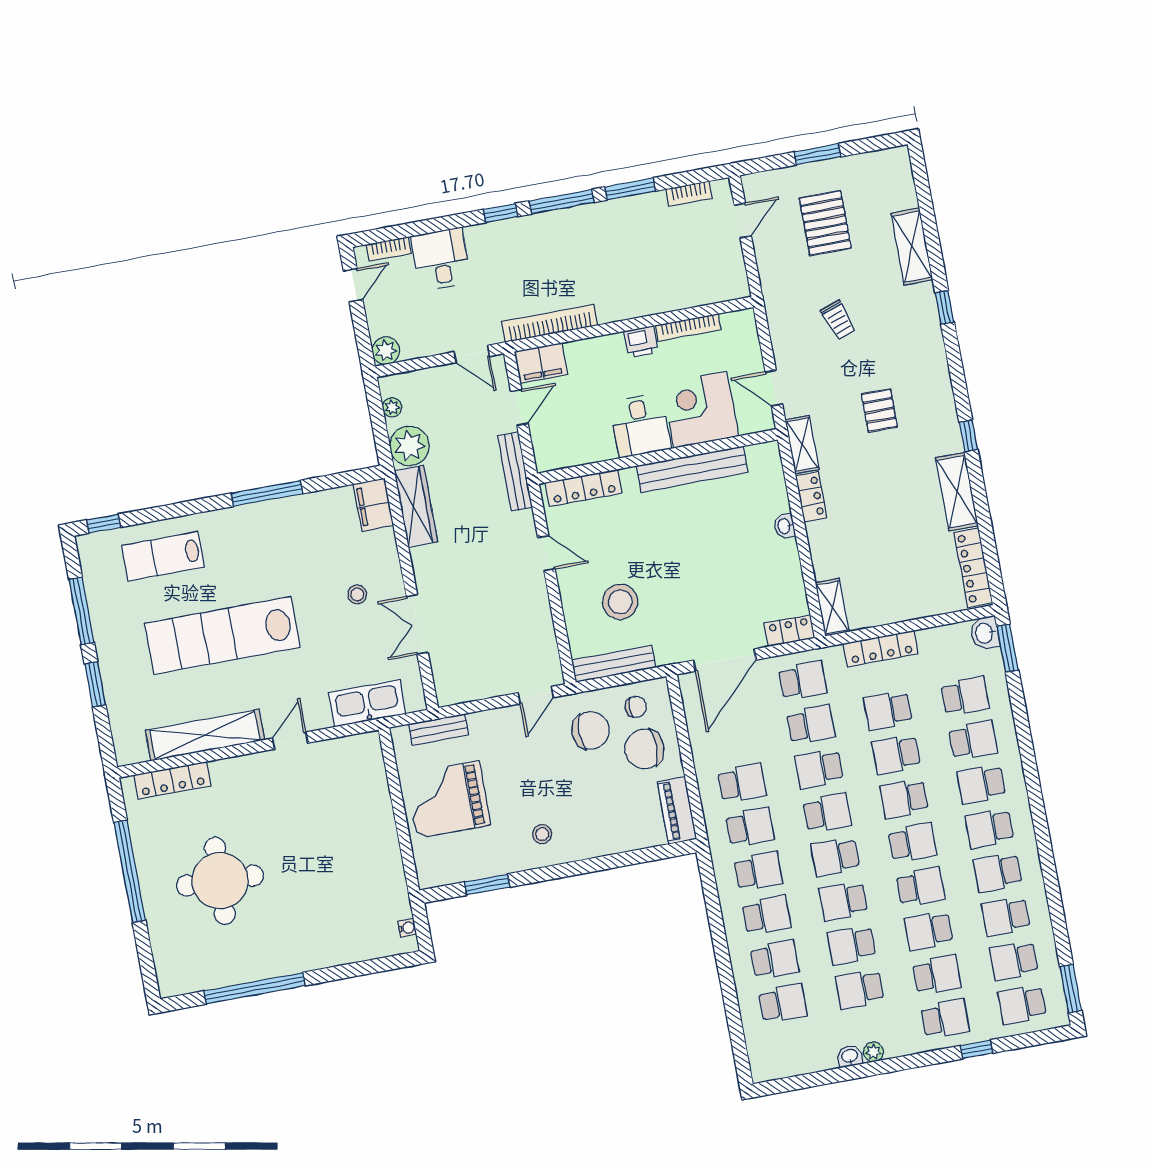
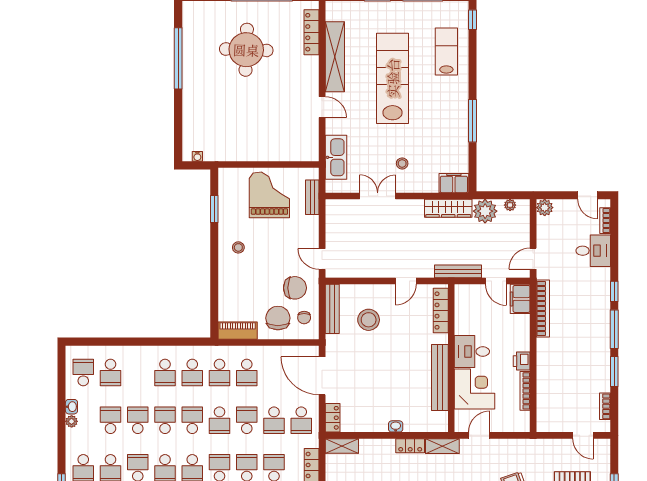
chair: (591, 730) -> (295, 288), turned -90
school desk: (775, 959) -> (83, 373), moved, turned 180

